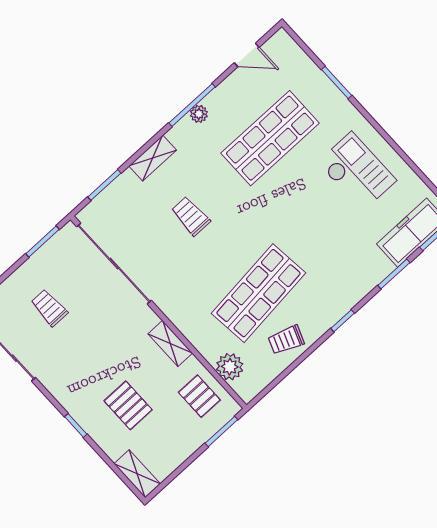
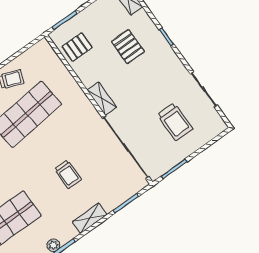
trolley: (49, 308) -> (175, 122), width x1.36, depth x1.39
shelving: (170, 343) -> (102, 99), moved
plant: (230, 367) -> (53, 65), removed
pallet: (199, 396) -> (77, 47), turned 90

